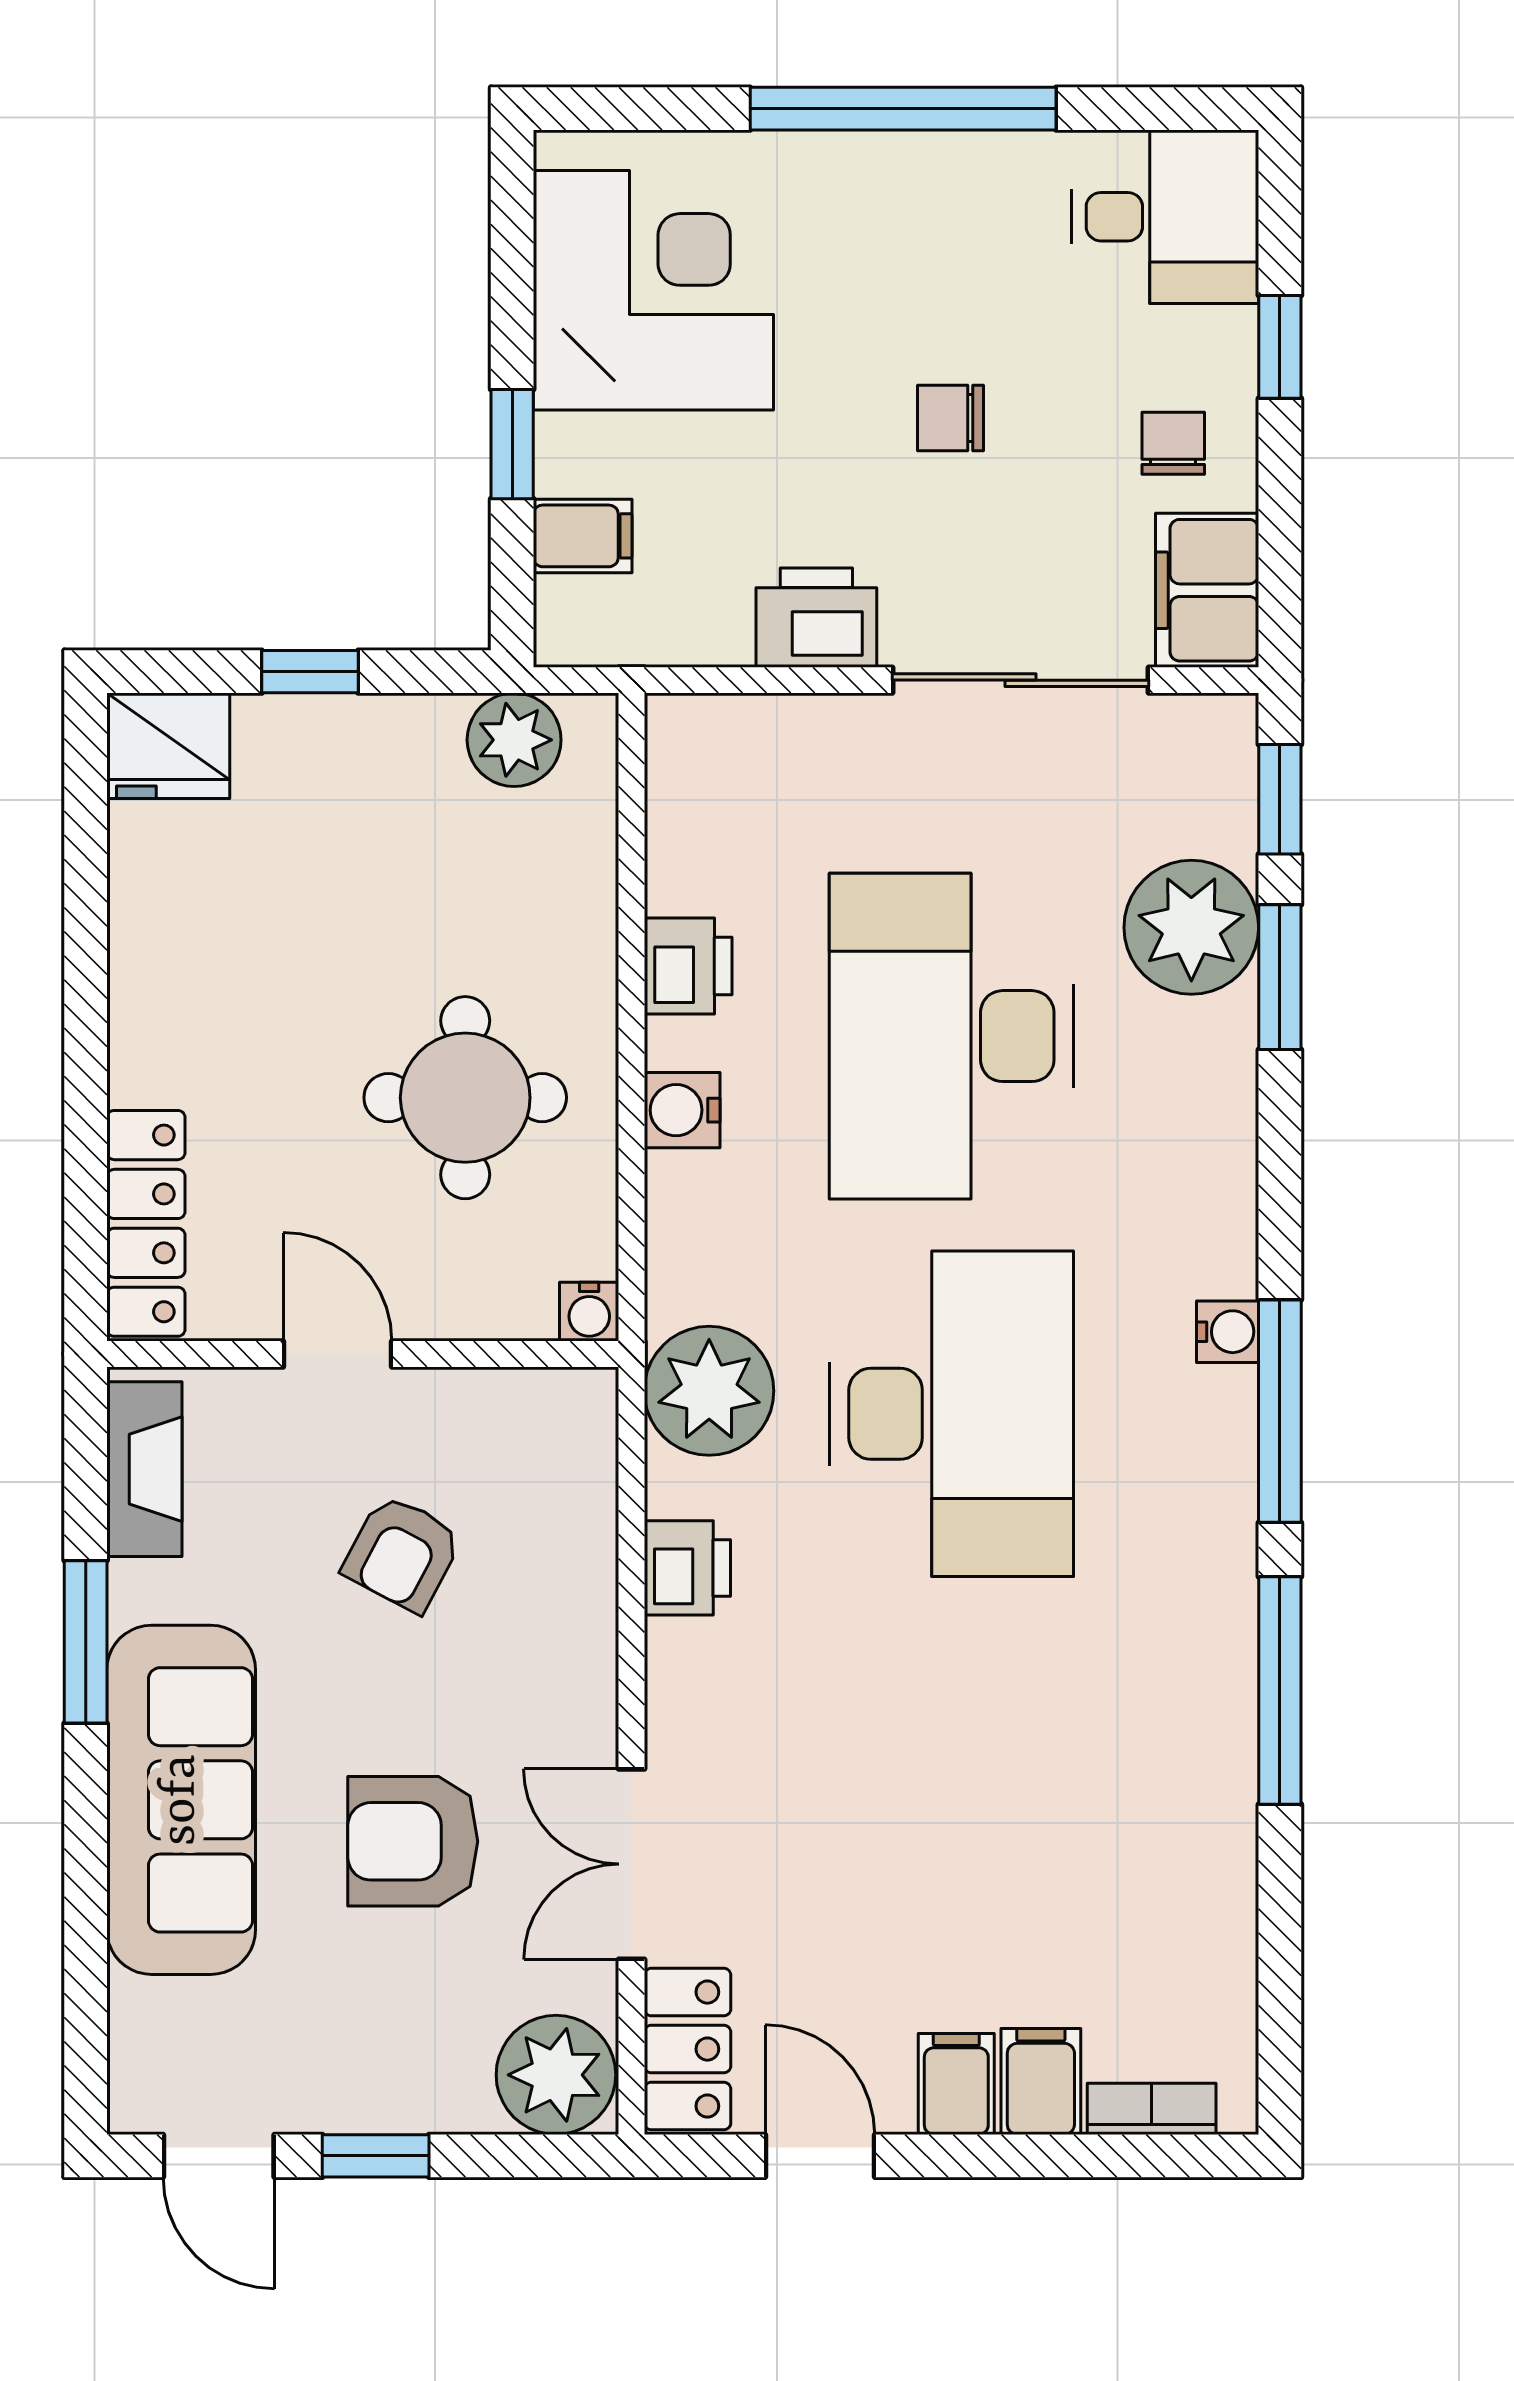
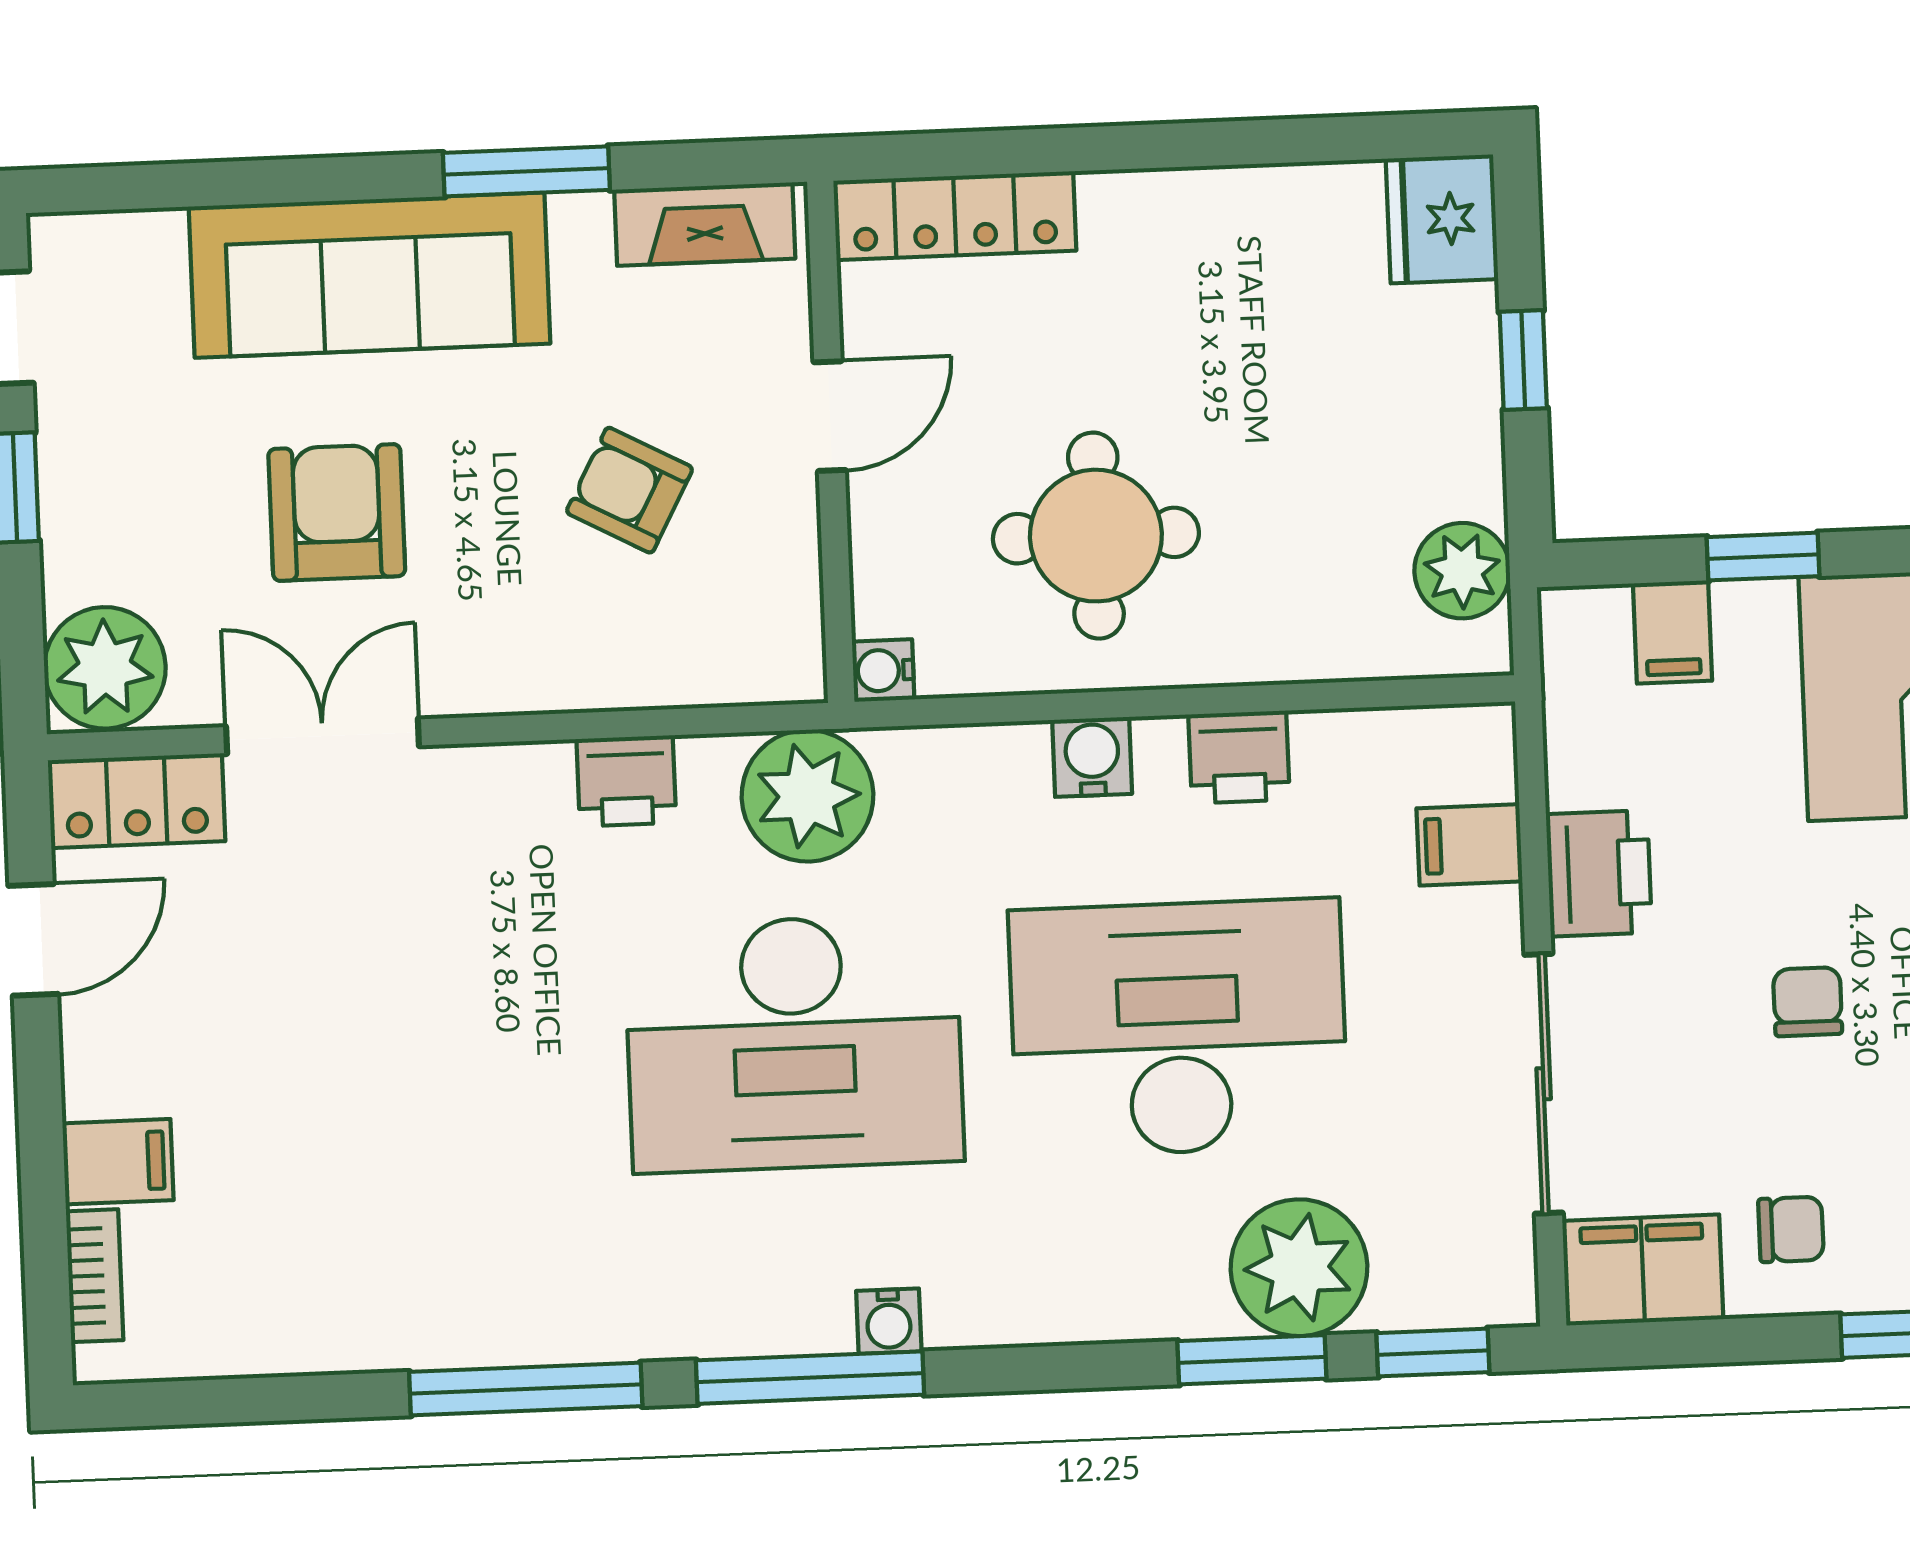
filing cabinet: (956, 2084) -> (1469, 845), moved, turned 180

